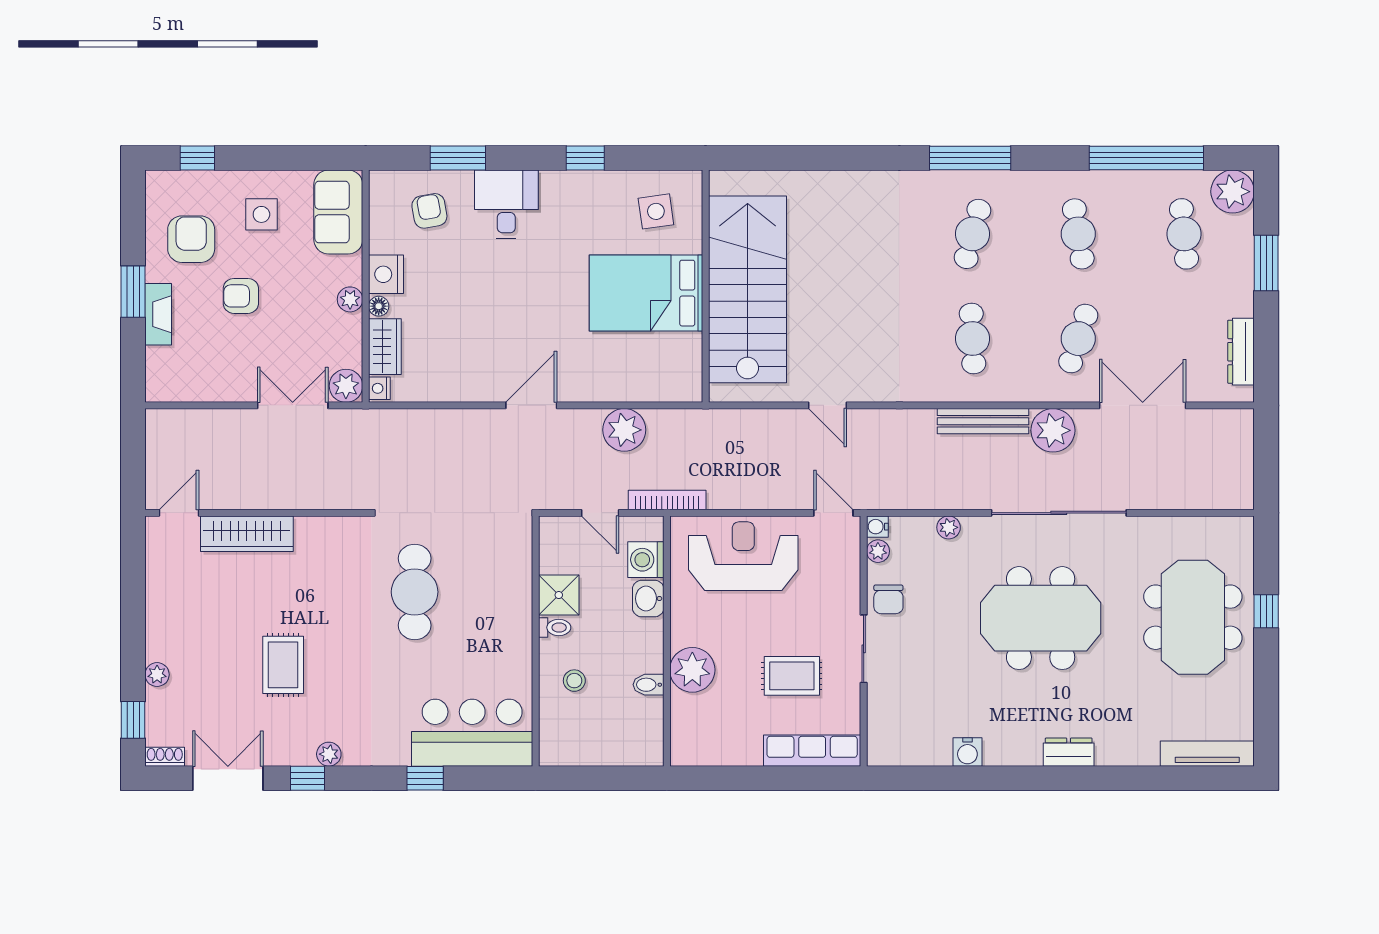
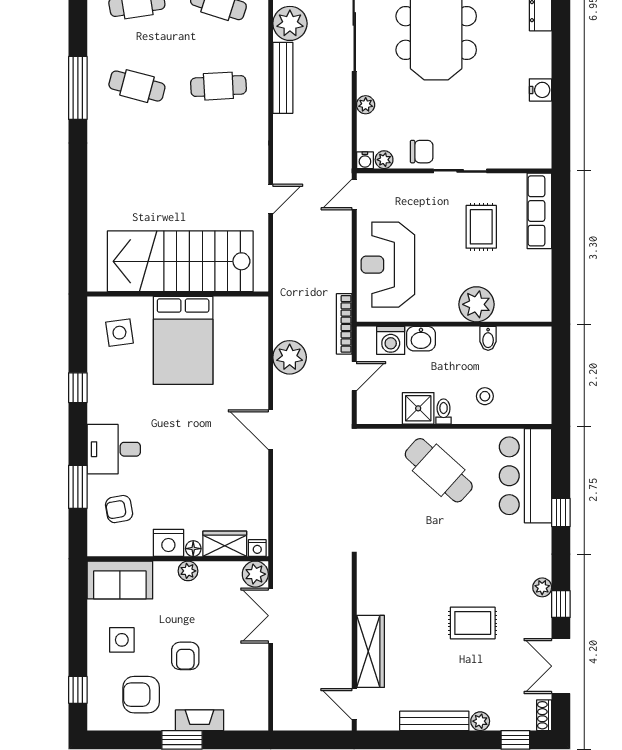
cafe table: (415, 592) -> (439, 470), moved, turned 42
bench: (157, 616) -> (434, 721), added

